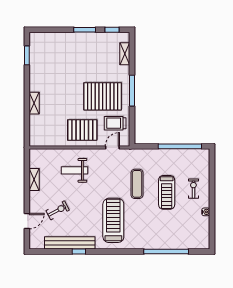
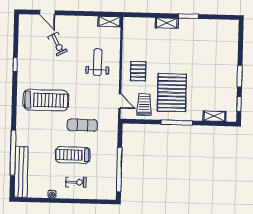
window: (27, 55) -> (189, 16), moved
pallet: (82, 130) -> (138, 71), width x0.67, depth x0.71
shelving: (34, 180) -> (109, 22), moved
bench: (70, 243) -> (21, 172), moved

